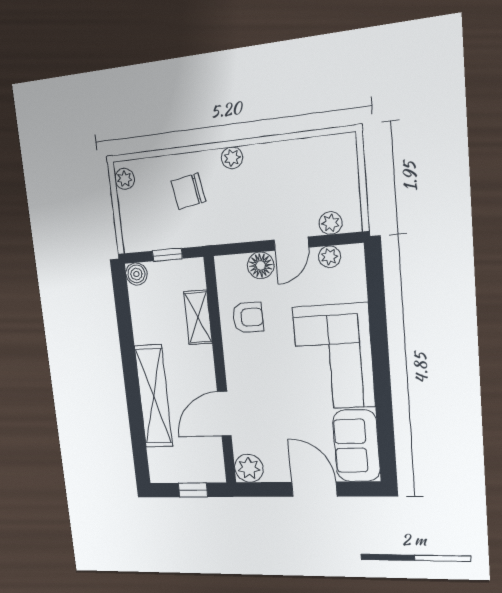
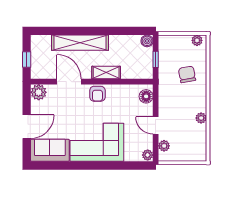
plant: (232, 158) -> (201, 118), moved
plant: (329, 257) -> (148, 155), moved
floor lamp: (261, 265) -> (146, 96), moved
shelving: (198, 317) -> (106, 73), moved
armchair: (248, 317) -> (97, 94), moved

